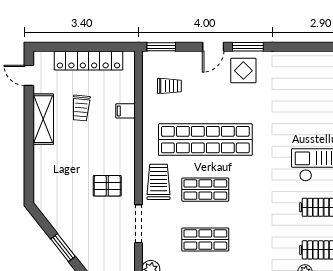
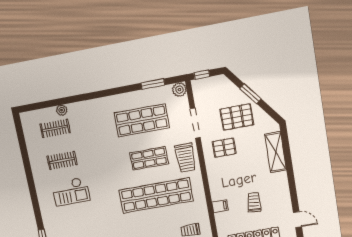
shelving: (43, 119) -> (276, 152), moved
pallet: (85, 222) -> (237, 117), added
shop shelf: (205, 240) -> (142, 120), width x1.43, depth x1.36

